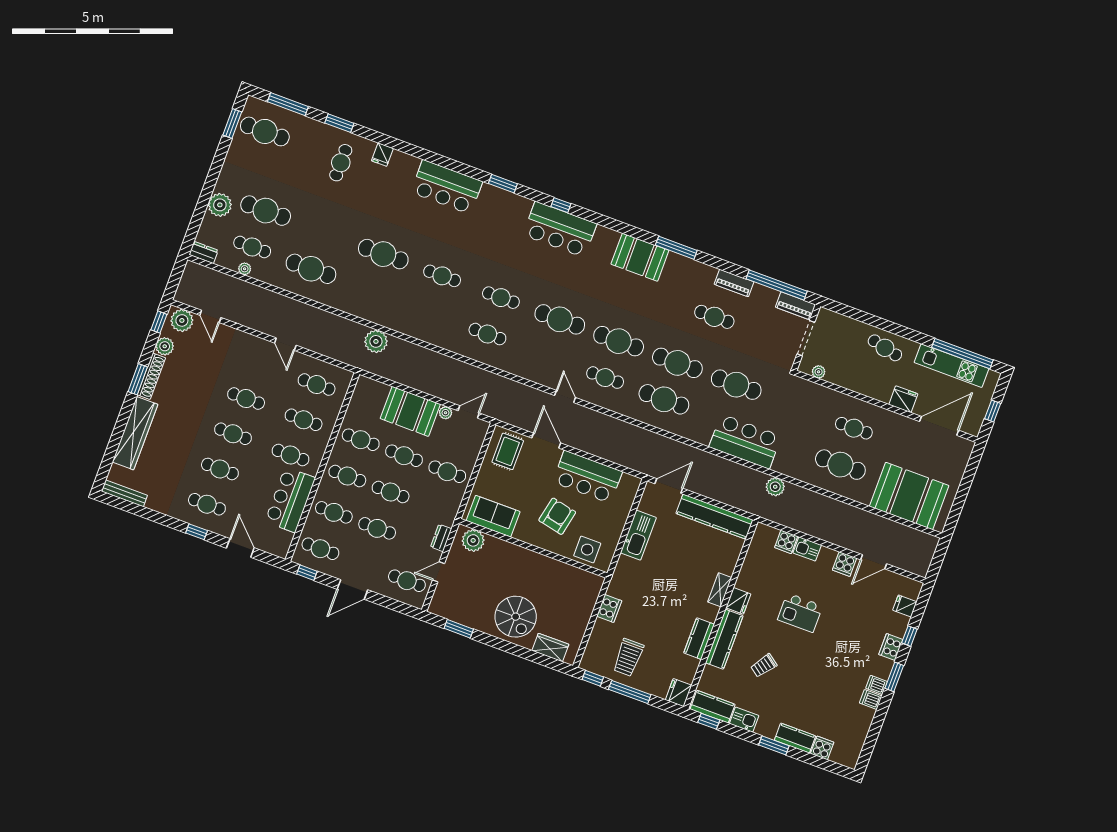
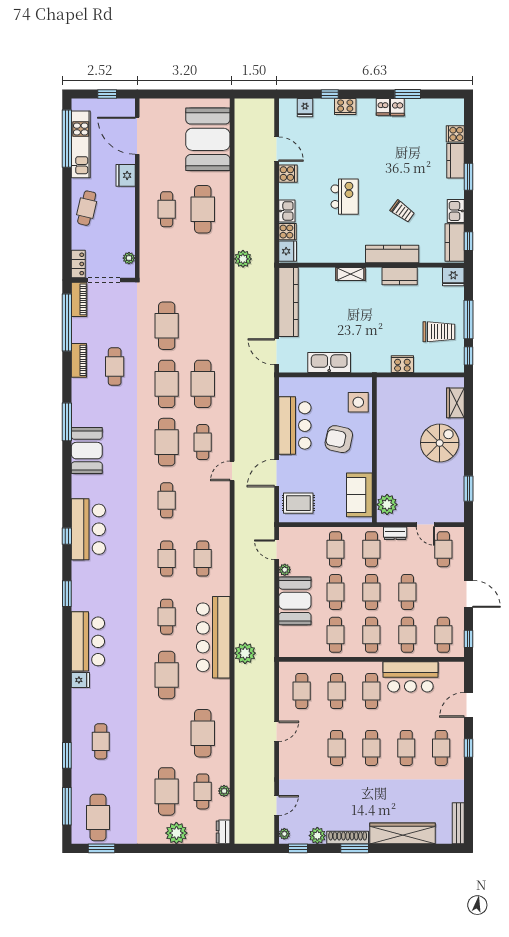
fridge: (382, 155) -> (80, 680), moved
cafe table: (341, 163) -> (101, 741), turned 90
locker: (832, 318) -> (78, 264), added
cafe table: (560, 319) -> (167, 500), width x0.73, depth x0.74
plant: (182, 320) -> (284, 834), width x0.53, depth x0.53
bar counter: (745, 441) -> (213, 637), moved, width x1.36
cafe table: (434, 508) -> (371, 549), added
fridge: (738, 601) -> (288, 251), moved, turned 90
window: (894, 677) -> (408, 94), moved

